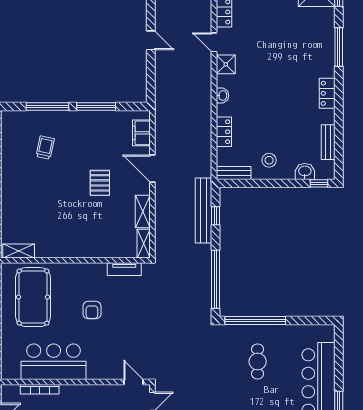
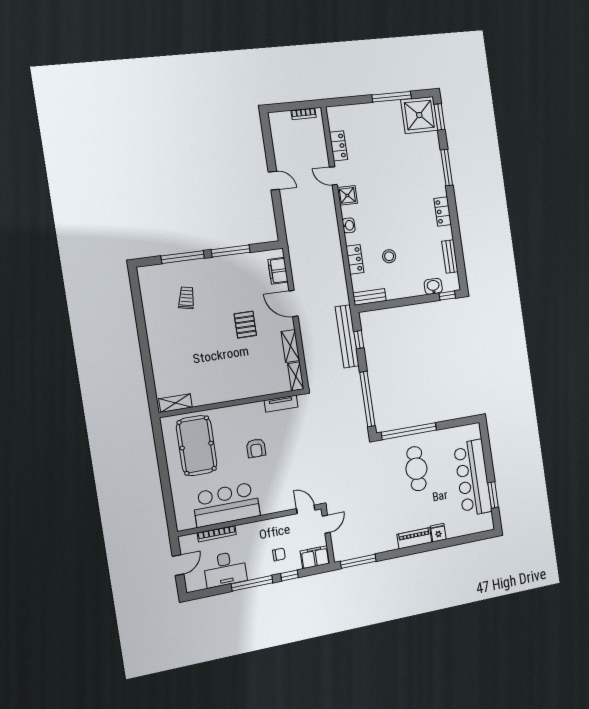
stool: (269, 160) -> (389, 256), moved
cafe table: (258, 361) -> (416, 469), width x1.37, depth x1.35

